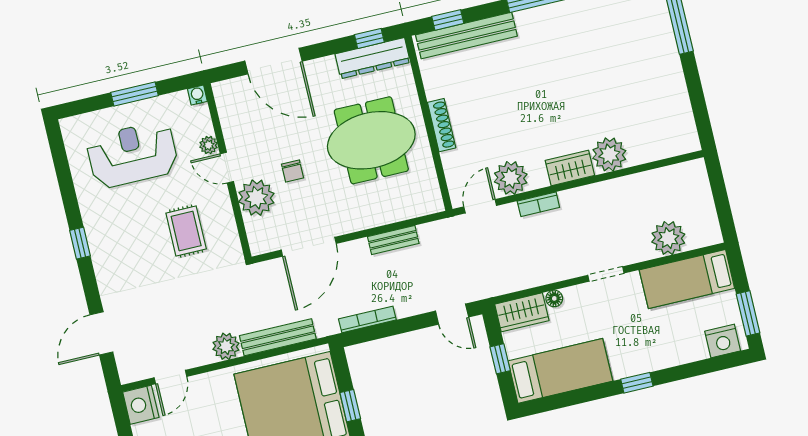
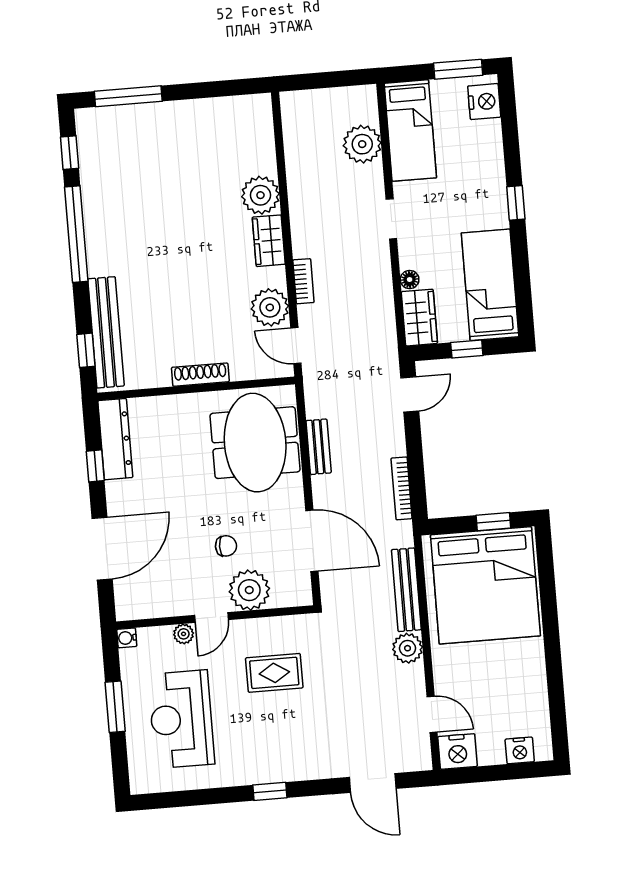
window: (369, 38) -> (95, 466), moved
meeting table: (371, 140) -> (255, 443), moved

